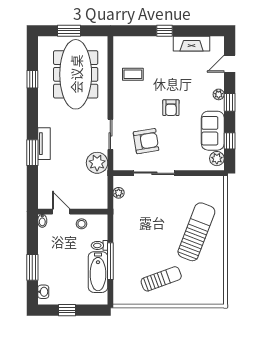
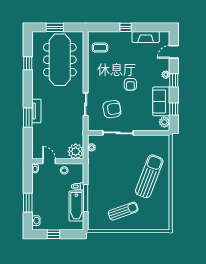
coffee table: (133, 74) -> (100, 48), moved
plant: (97, 163) -> (76, 151), moved

